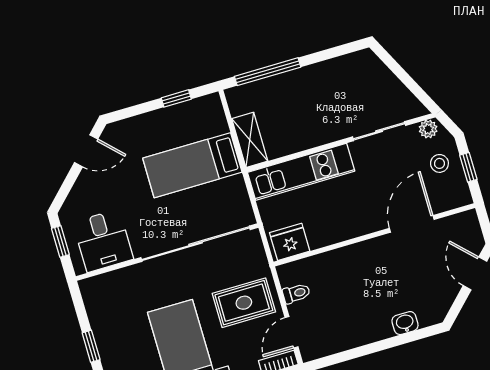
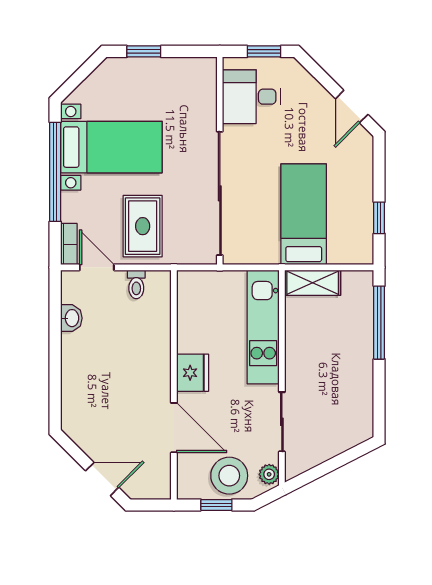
stool: (439, 163) -> (229, 476), width x1.89, depth x1.89
fridge: (290, 242) -> (193, 373), moved
washbasin: (405, 323) -> (71, 318), moved

